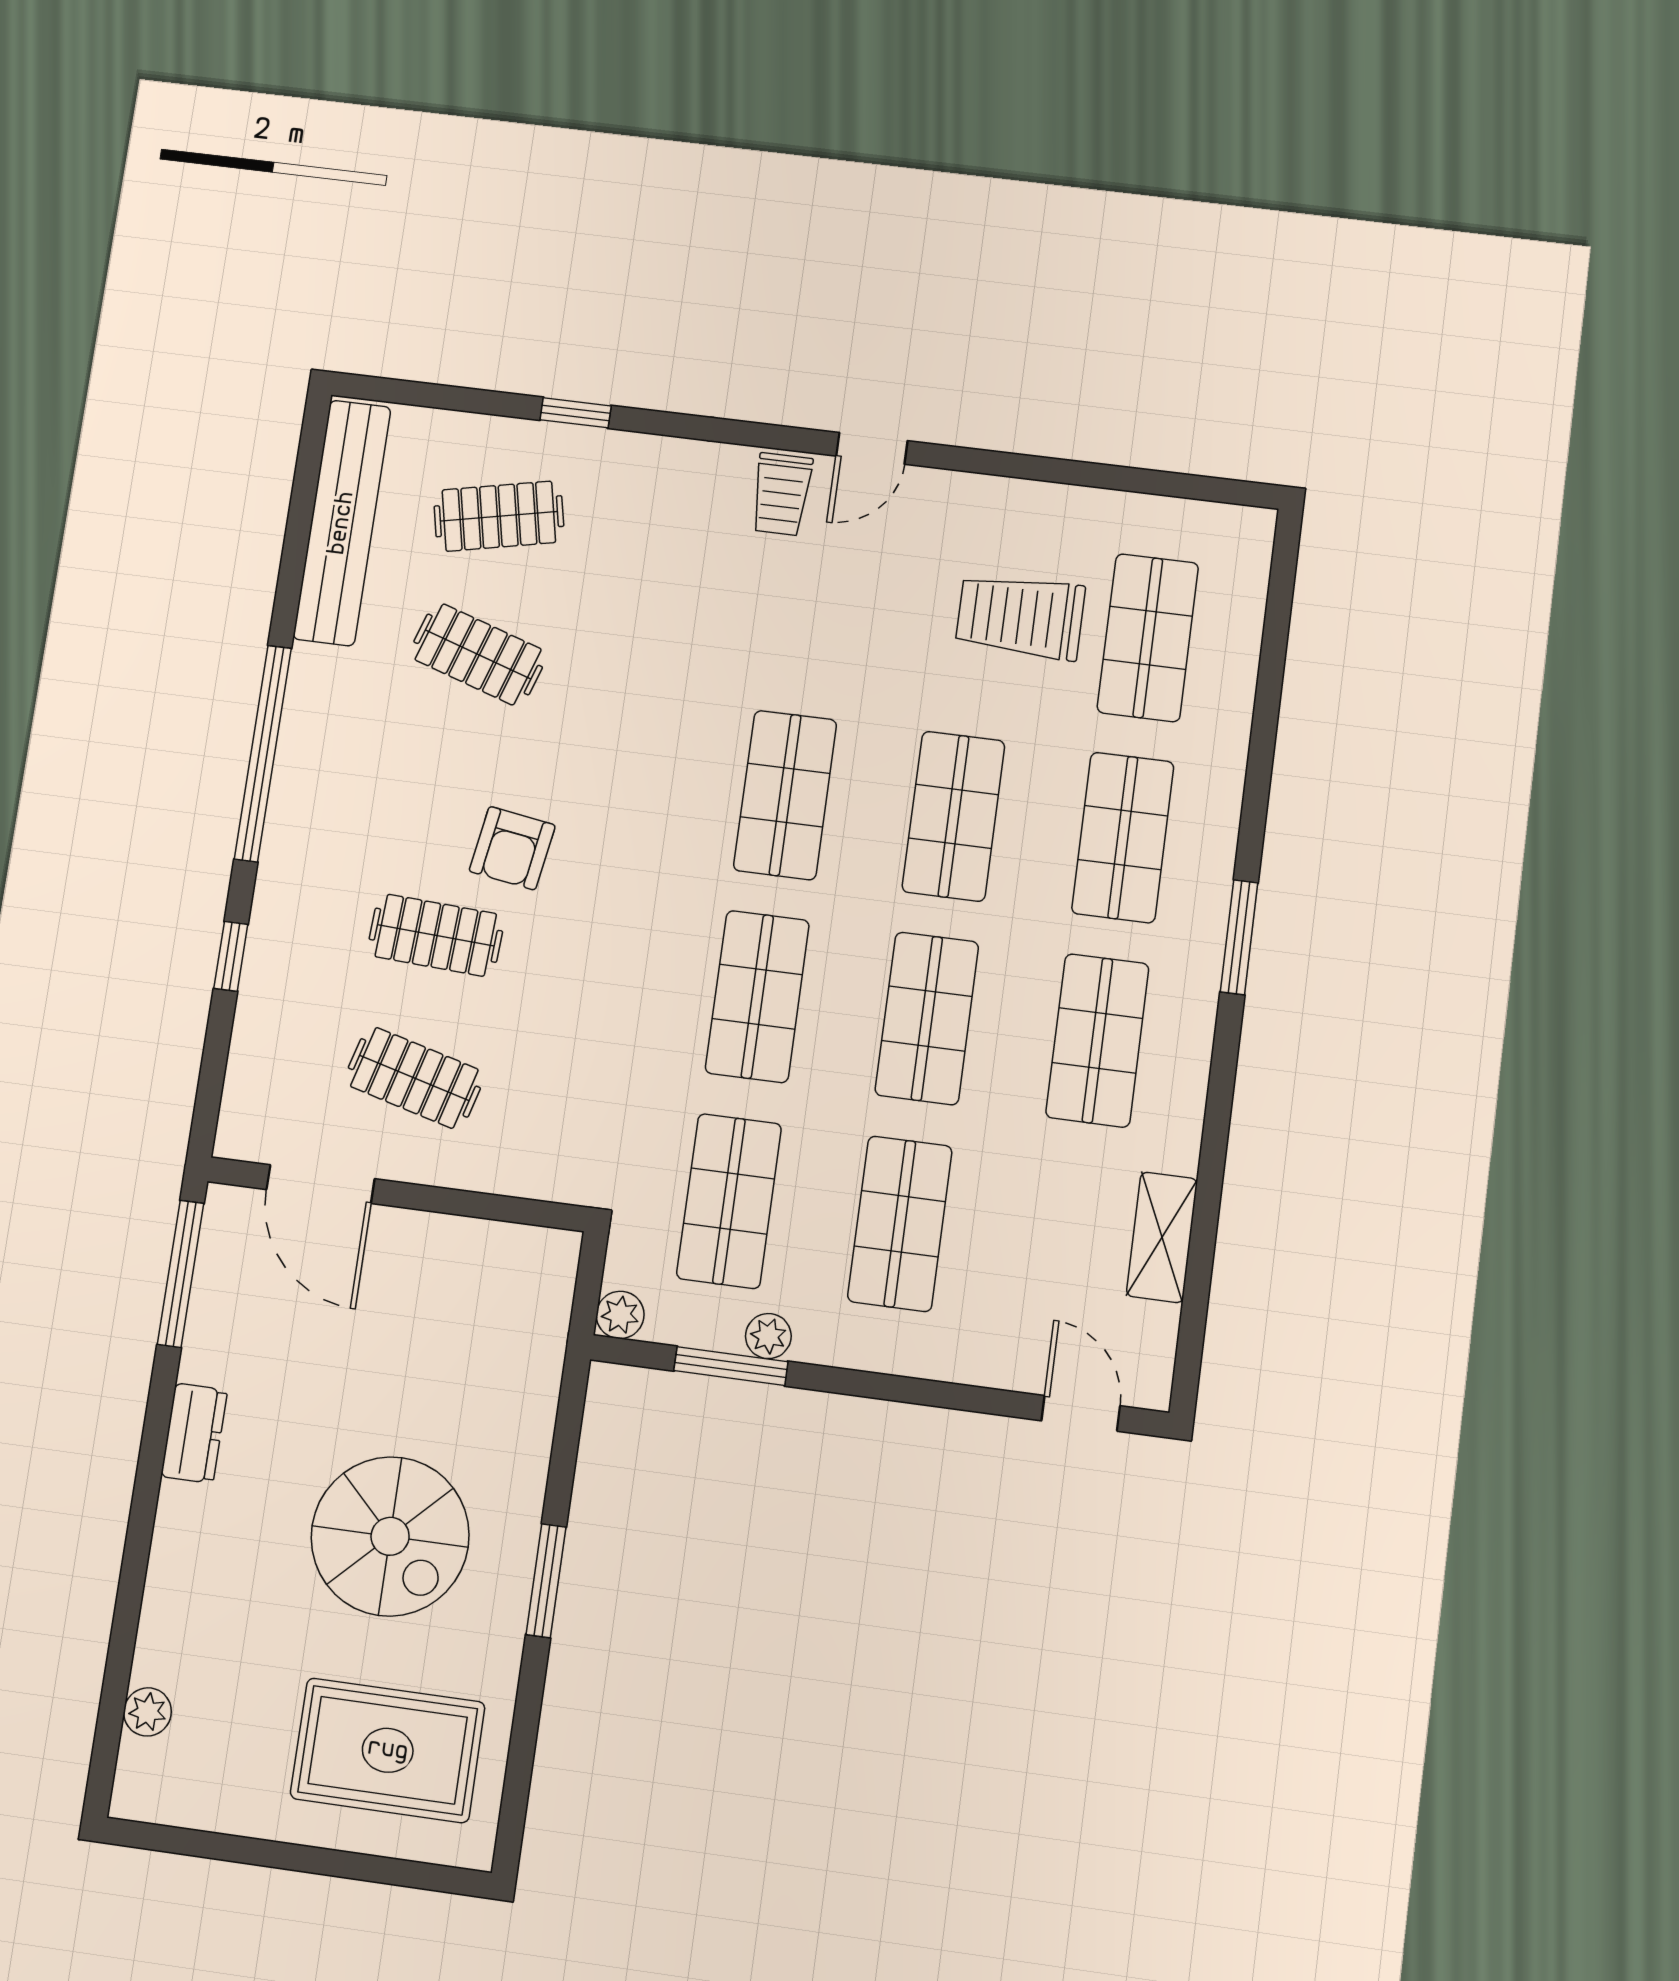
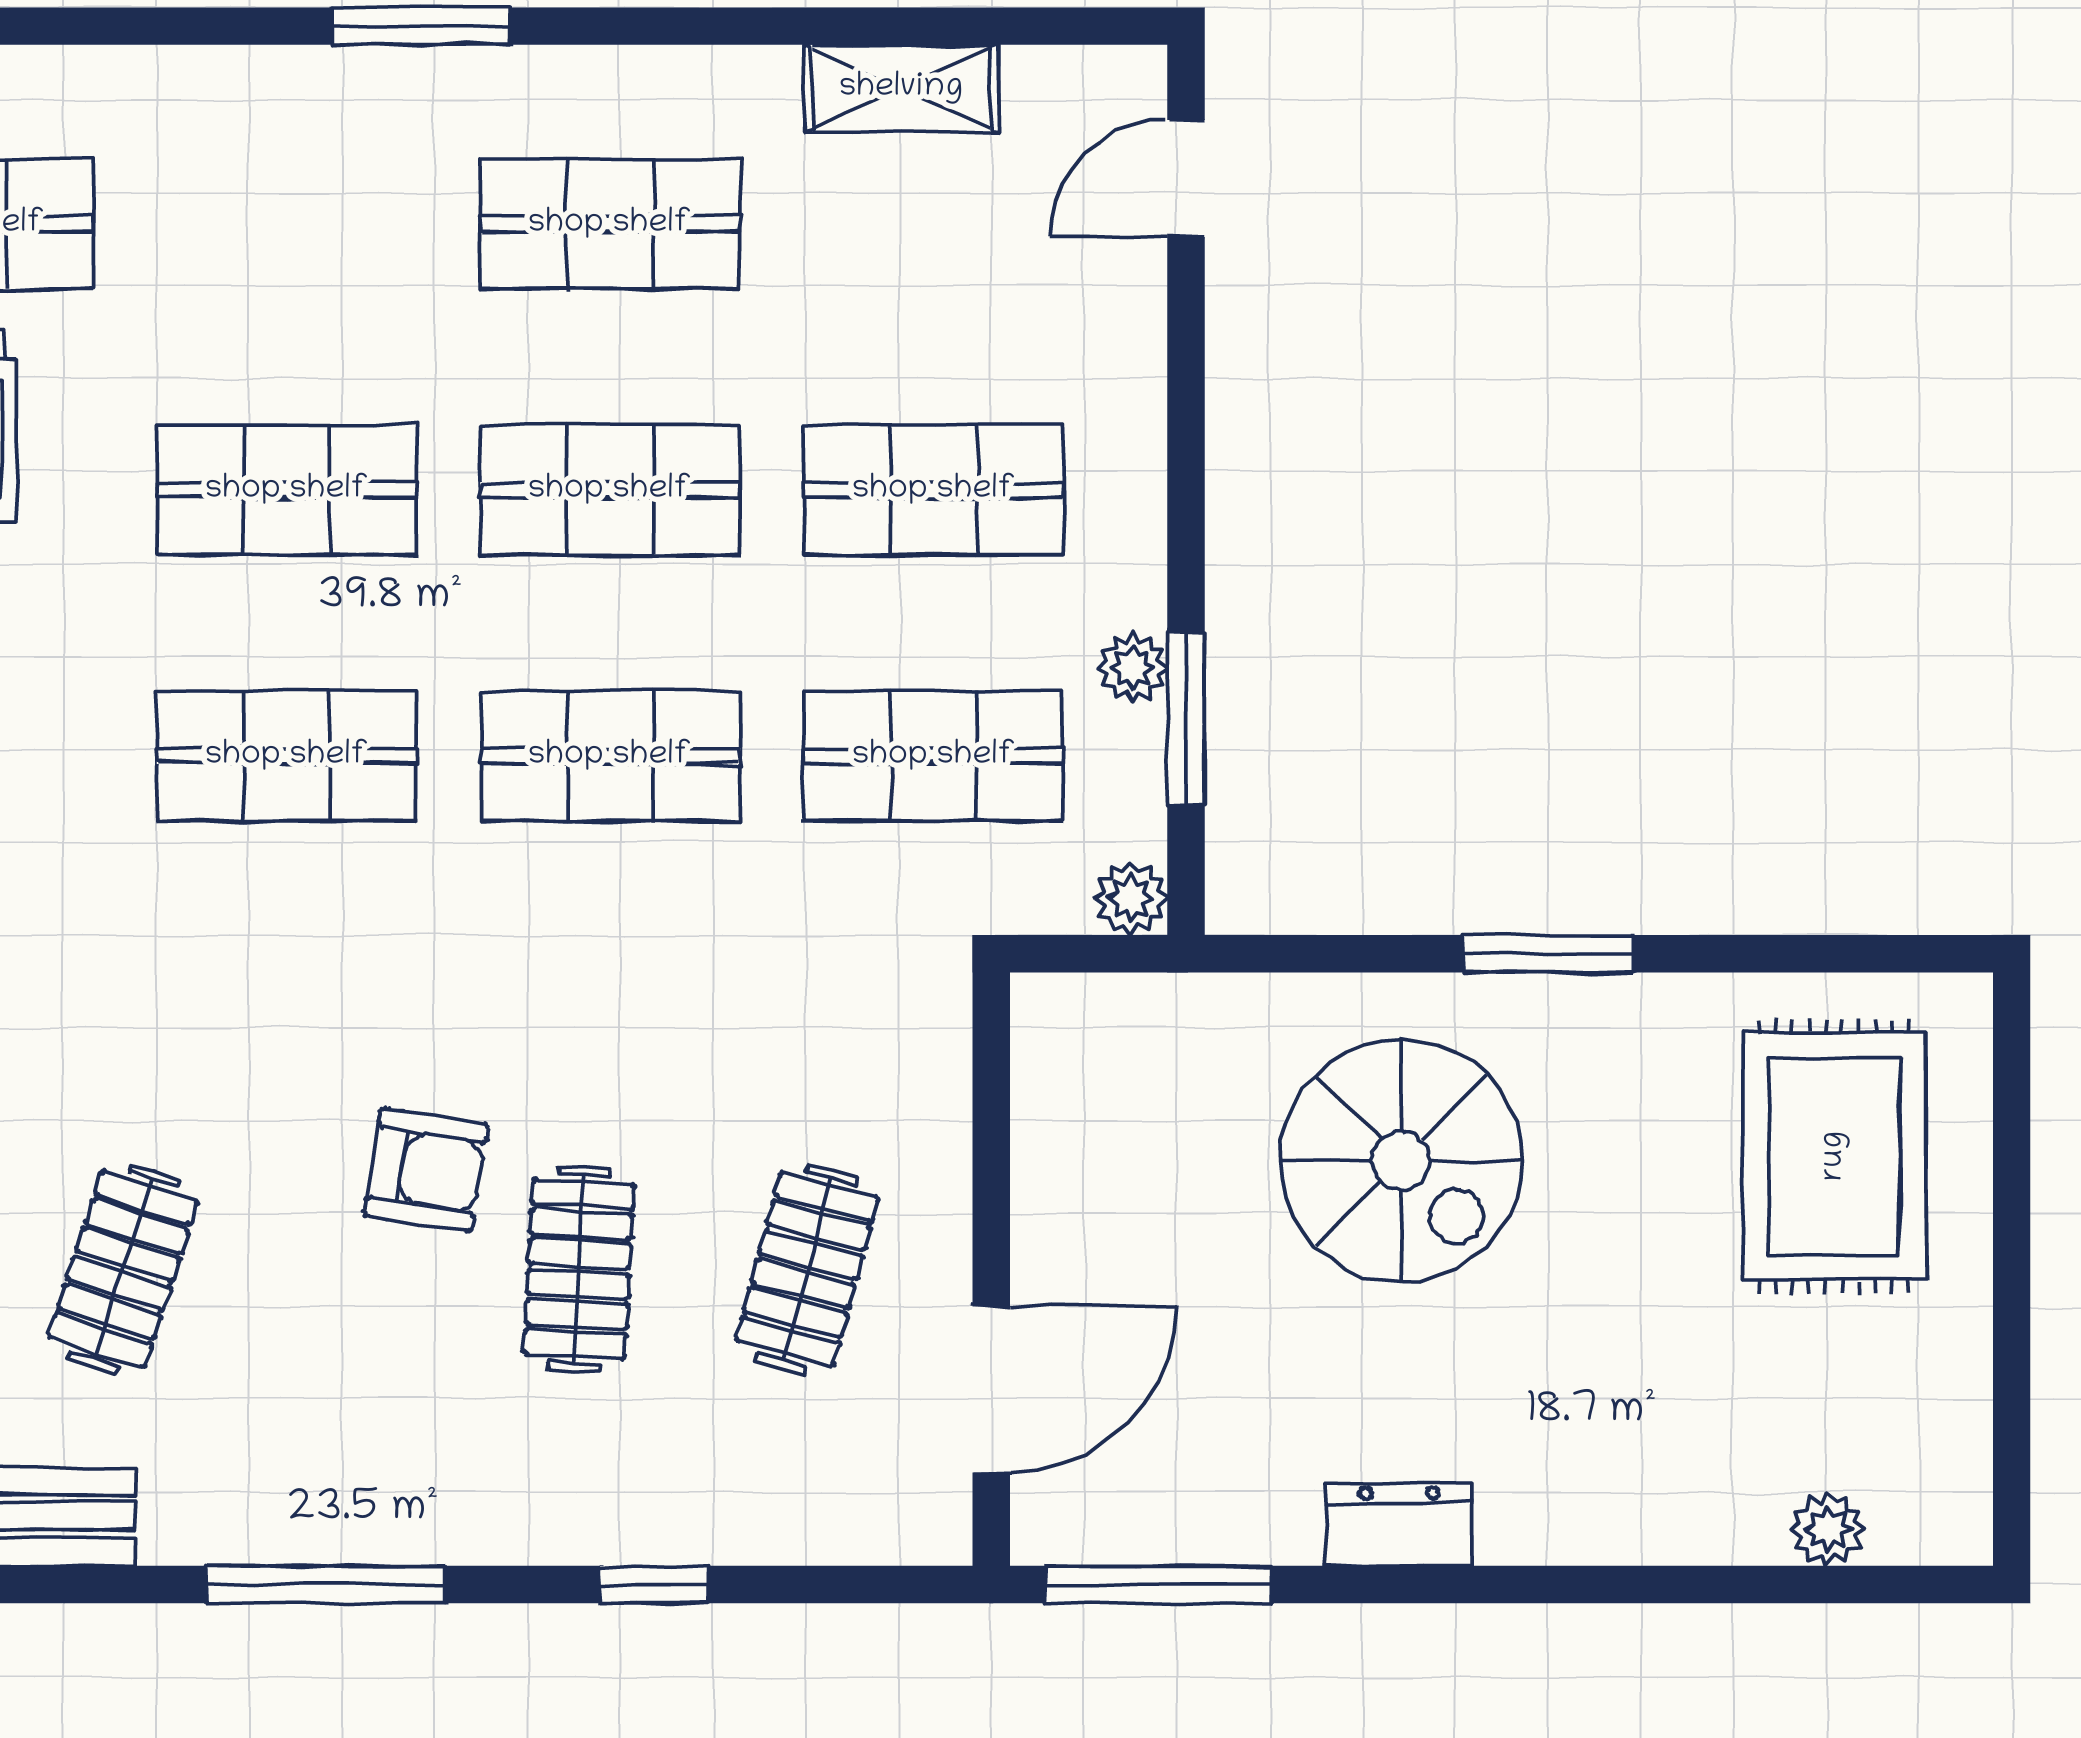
window: (263, 753) -> (325, 1585), width x0.68
shop shelf: (1123, 838) -> (287, 224), removed
spiral stairs: (390, 1536) -> (1401, 1160), moved, turned 90

